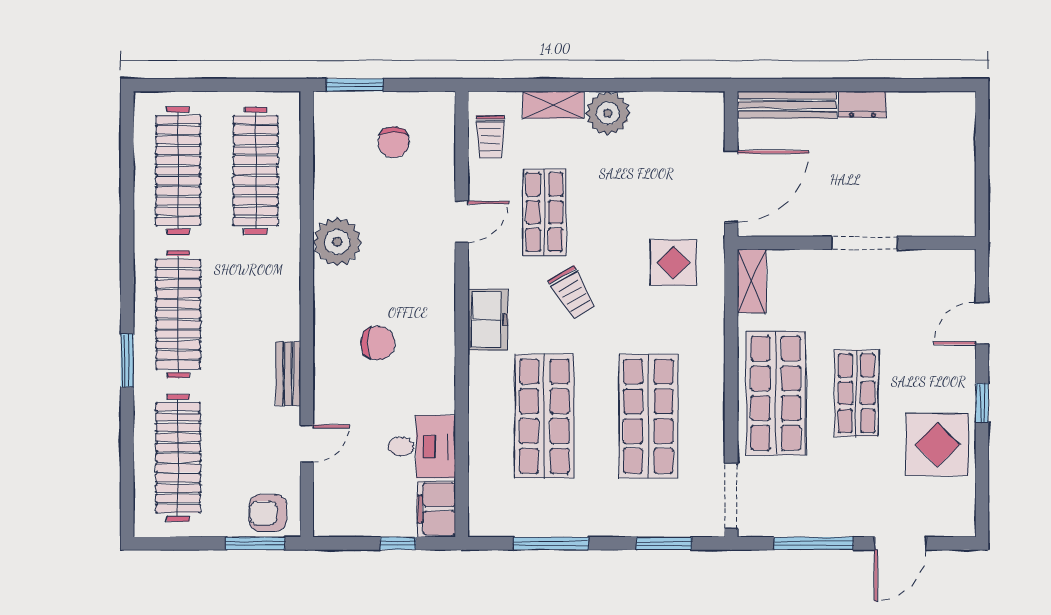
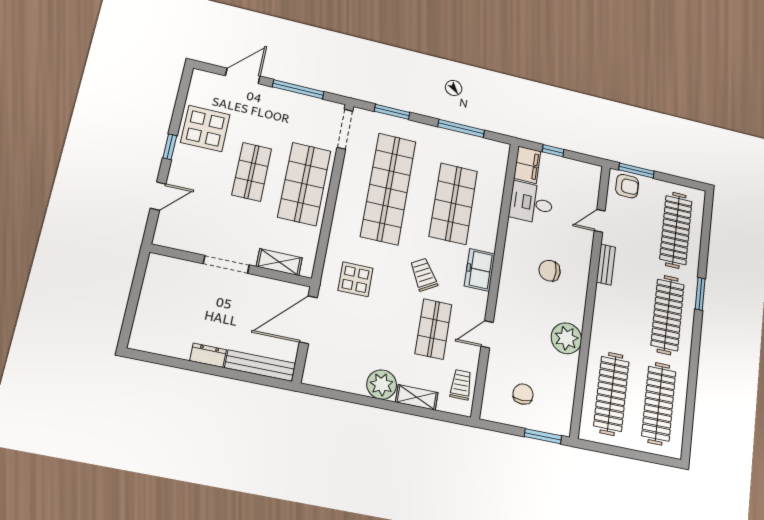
shelving: (752, 281) -> (279, 262), moved, turned 90
shop shelf: (648, 416) -> (388, 189), width x1.40

